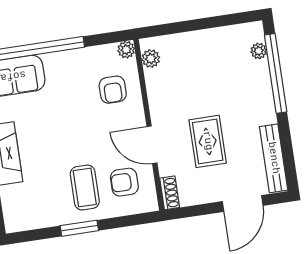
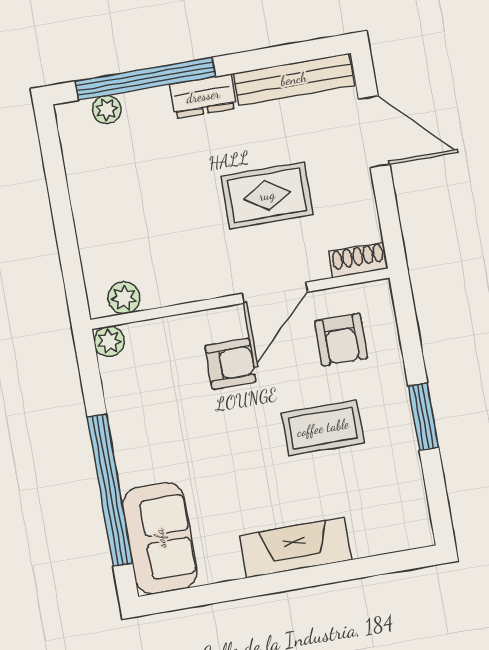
armchair: (113, 90) -> (231, 364), moved
dresser: (265, 106) -> (203, 96), added
coffee table: (85, 188) -> (323, 428), moved

